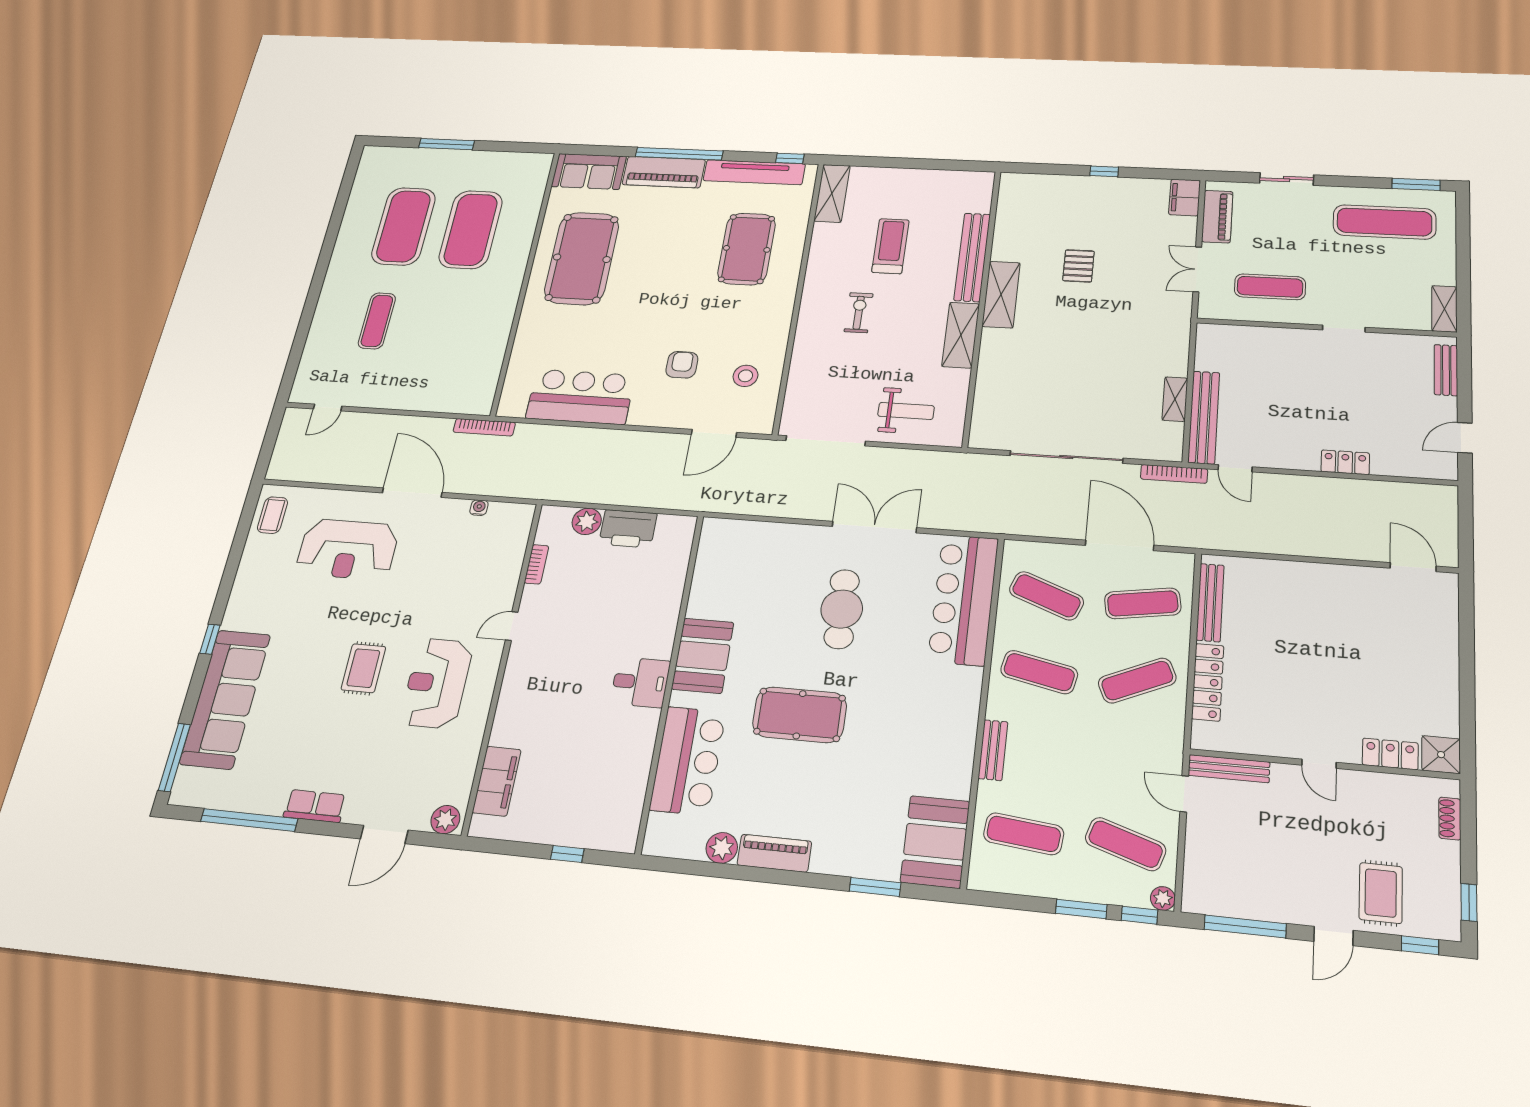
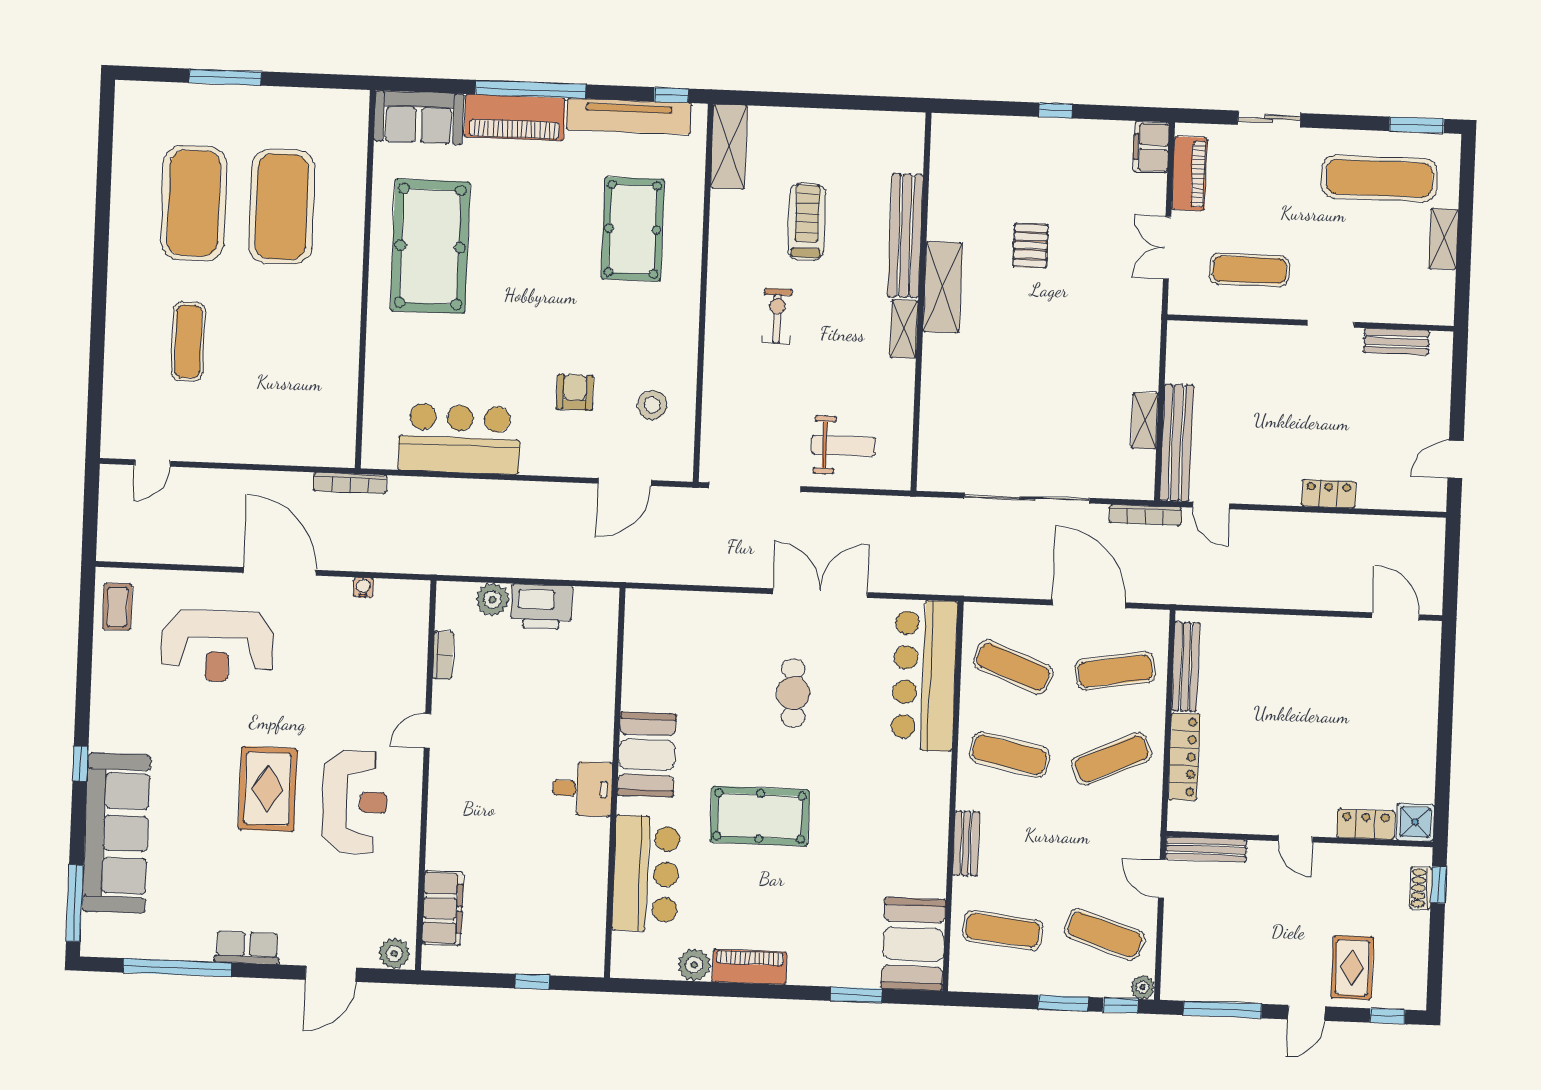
shelving: (1444, 309) -> (1444, 239), moved
shelving: (961, 335) -> (904, 329), width x0.67, depth x0.75
bench: (1446, 370) -> (1396, 342), moved, turned 90
cafe table: (842, 609) -> (793, 693), width x0.73, depth x0.74
rug: (363, 668) -> (268, 789), width x1.36, depth x1.43
reception desk: (437, 683) -> (355, 802), turned 180
window: (1469, 902) -> (1439, 885), moved

